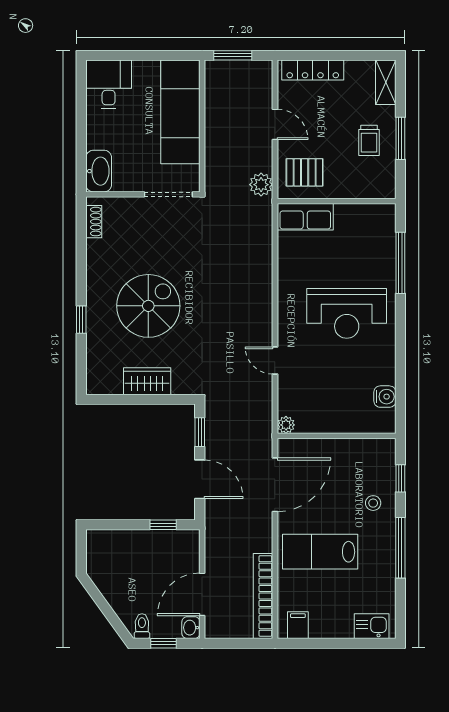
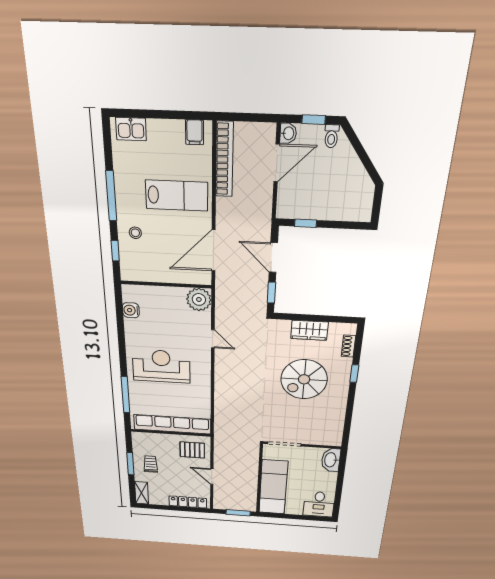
plant: (261, 185) -> (221, 445), removed
row of seats: (305, 217) -> (172, 424), width x2.02
shoe rack: (94, 222) -> (348, 346), moved
plant: (286, 425) -> (199, 299), width x1.87, depth x1.87

